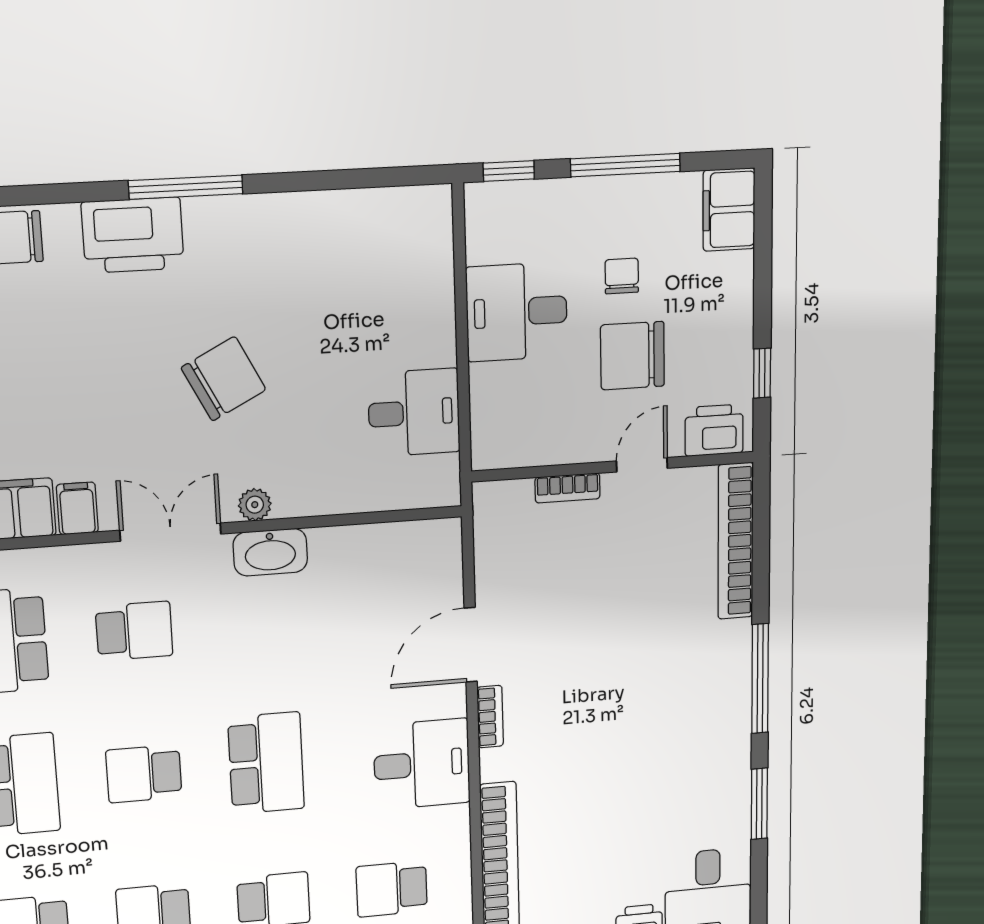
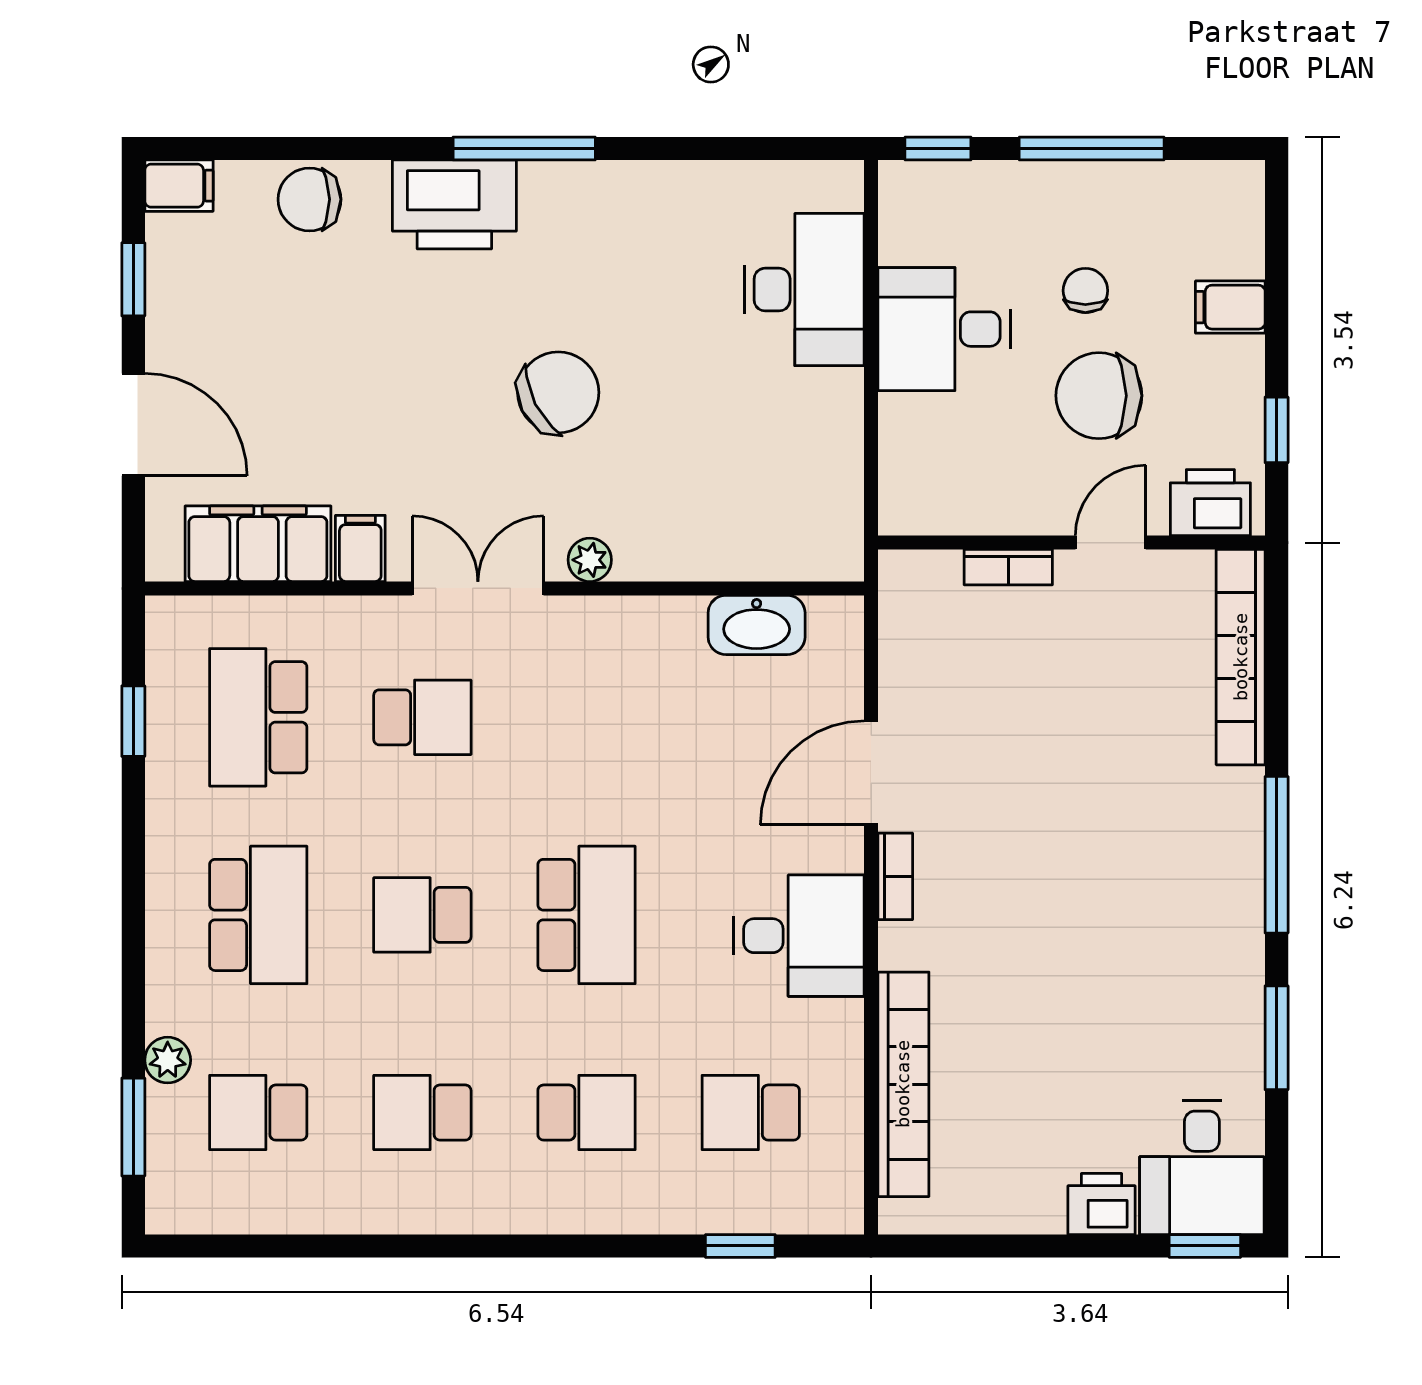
filing cabinet: (729, 210) -> (1230, 307), moved, width x0.50
desk: (414, 413) -> (804, 290), moved, width x1.37
washbasin: (270, 552) -> (757, 625), moved

